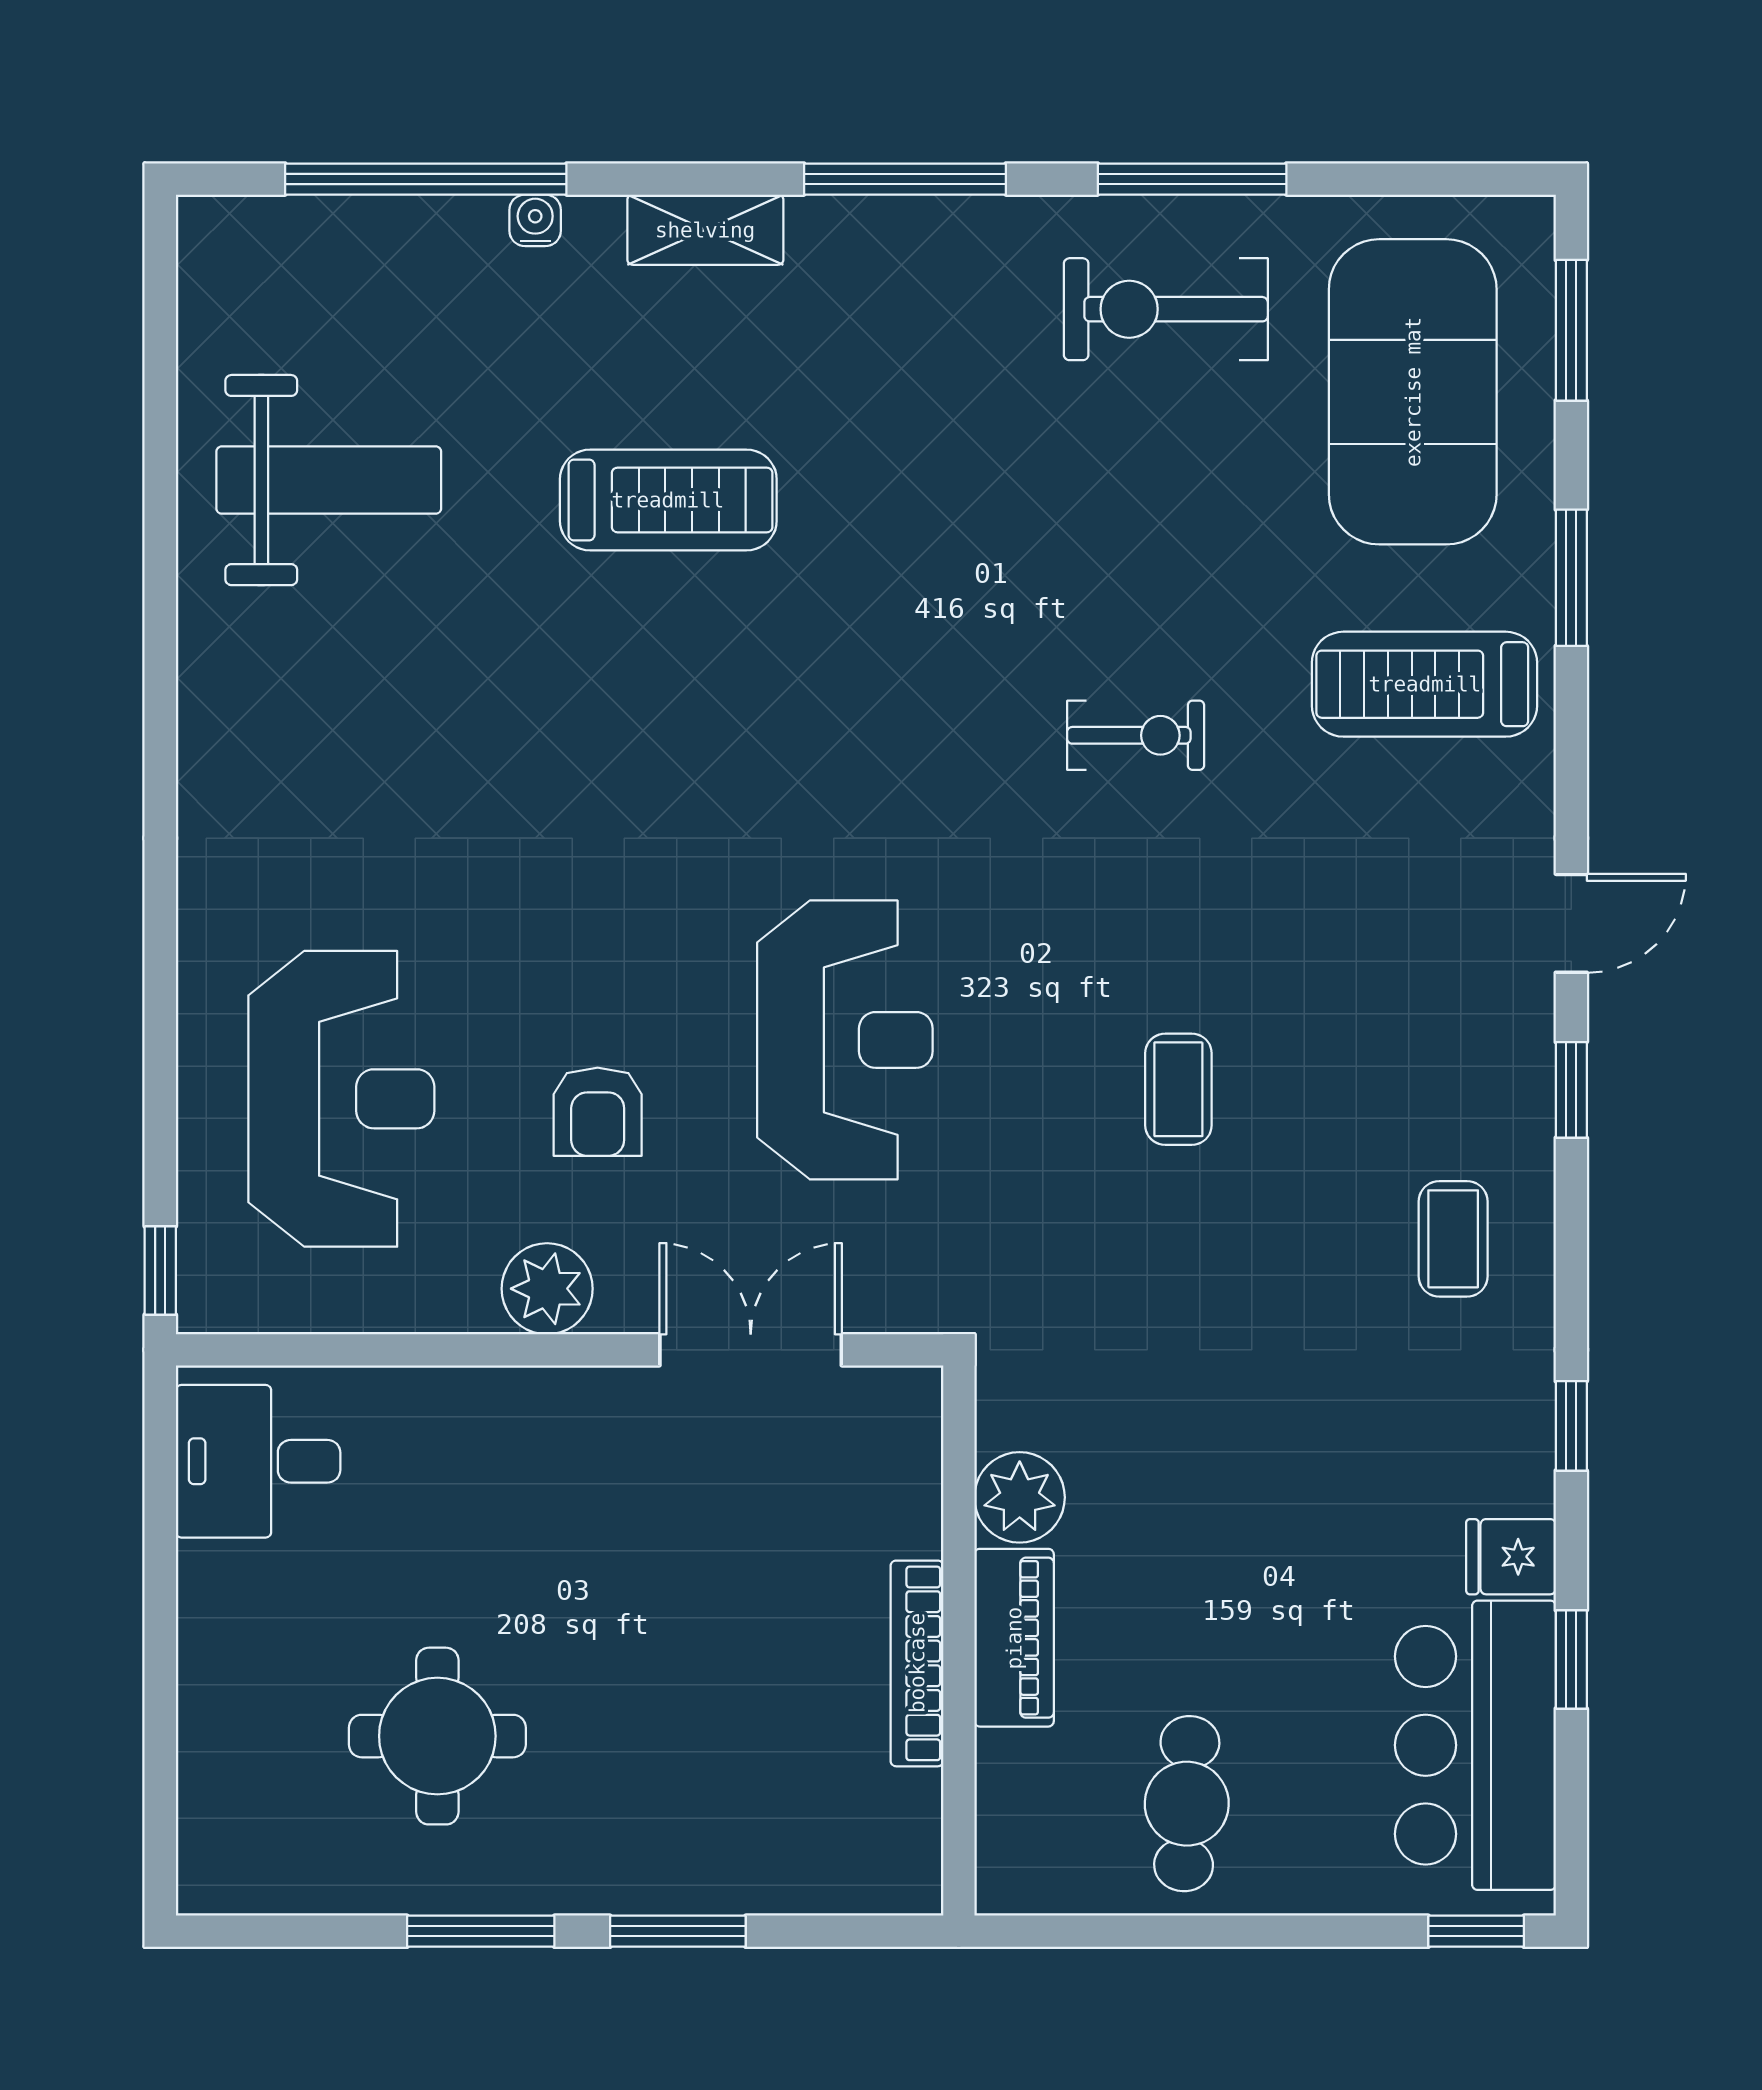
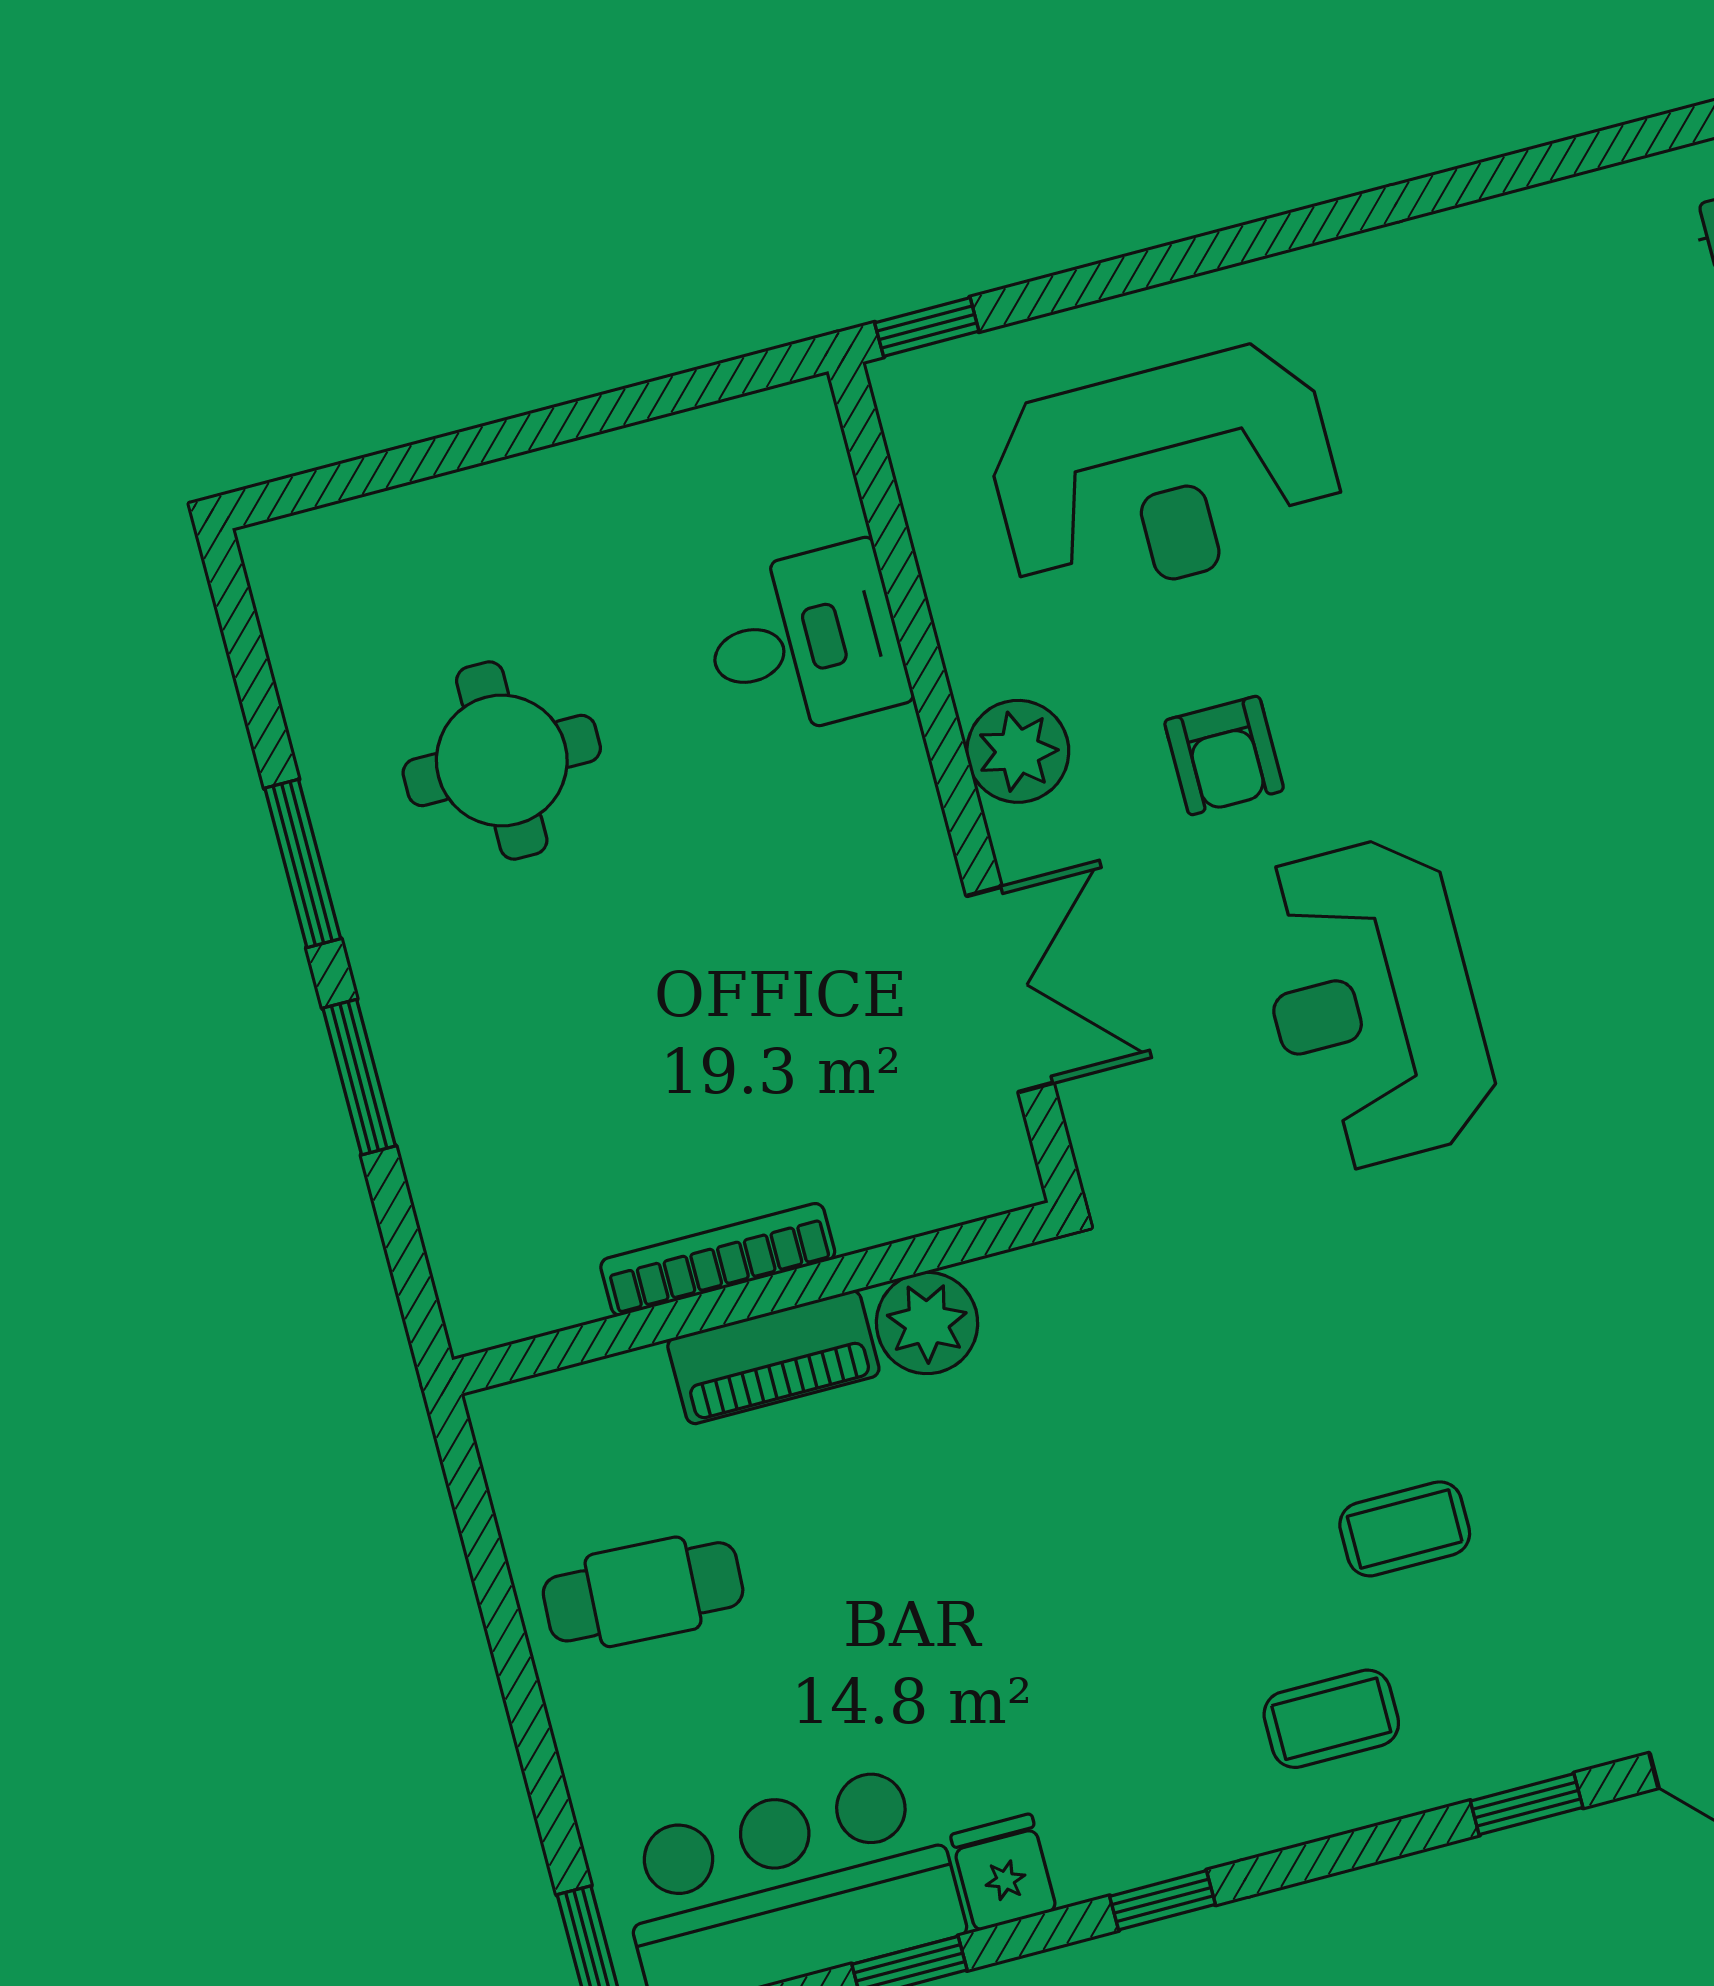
reception desk: (845, 1040) -> (1373, 1003), turned 90
coffee table: (1178, 1089) -> (1405, 1529), moved
armchair: (598, 1112) -> (1224, 755), turned -90
desk: (258, 1461) -> (805, 641), moved, turned 90

